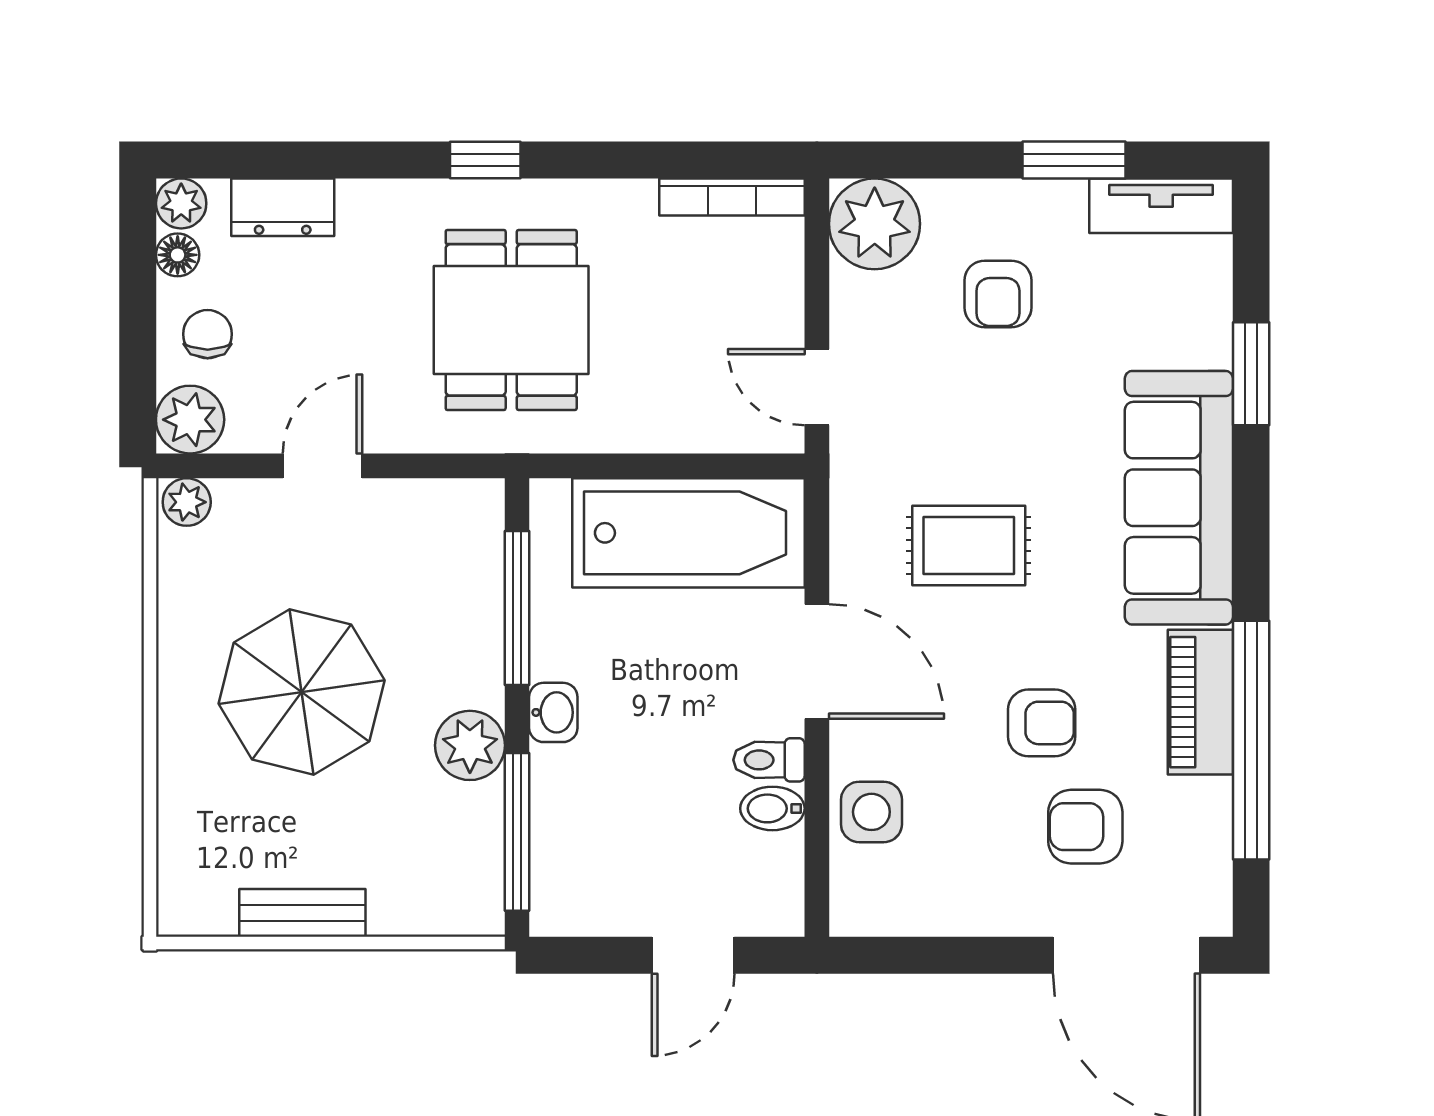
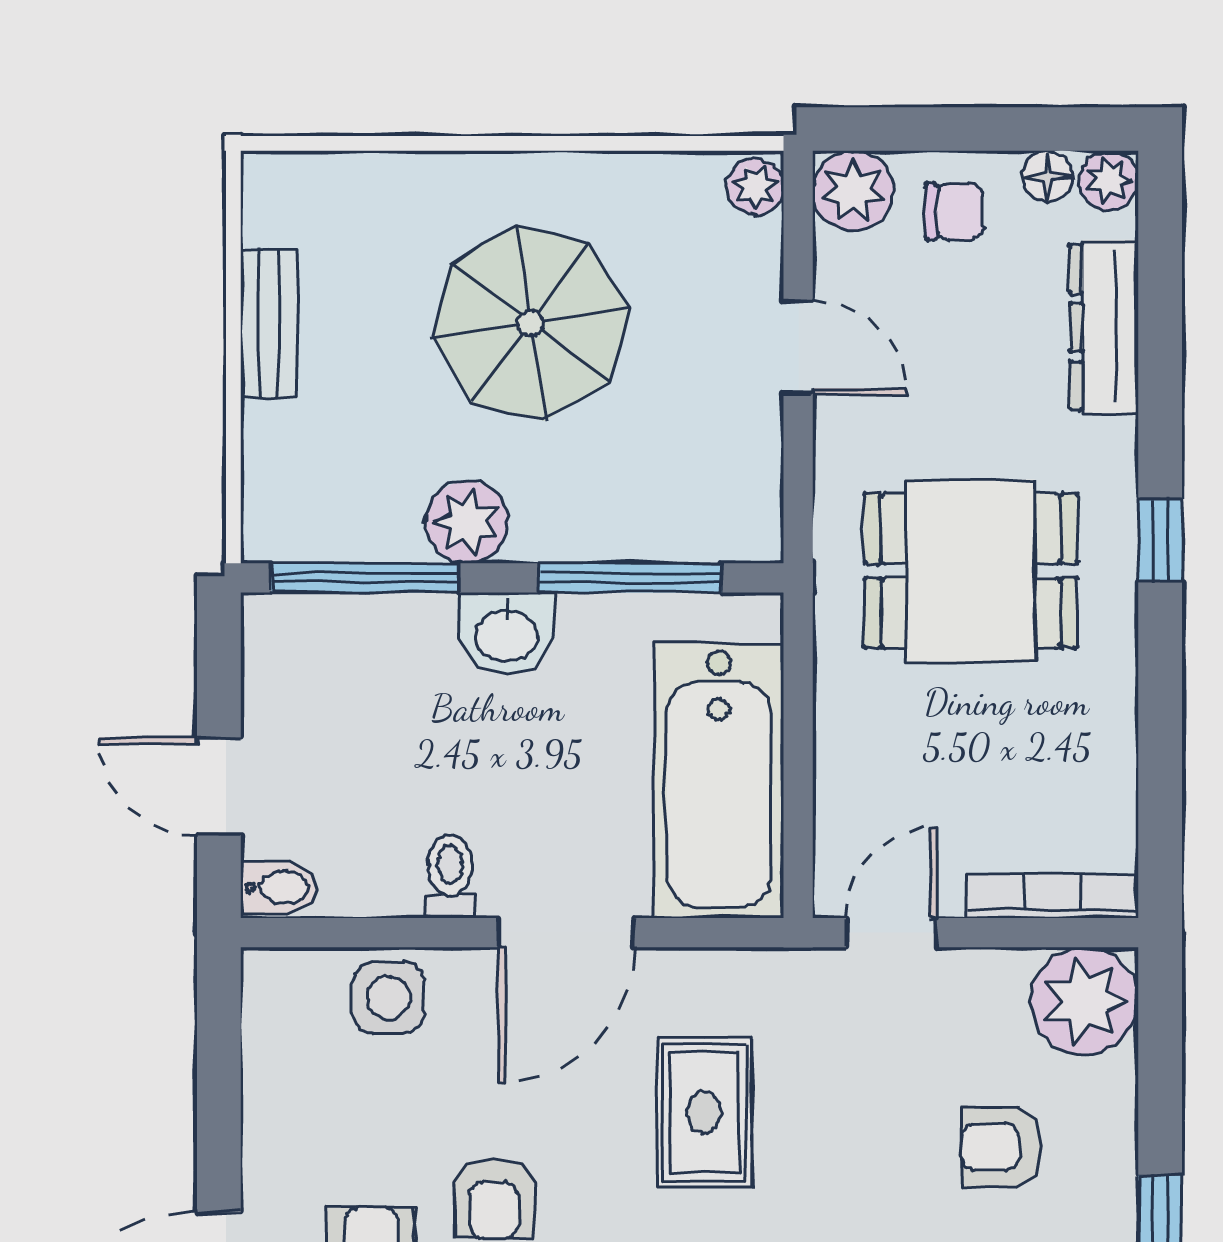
bookcase: (732, 197) -> (1052, 896), moved, turned 90
dresser: (283, 207) -> (1104, 327), width x1.44
washbasin: (553, 712) -> (506, 634), width x1.38, depth x1.45
bidet: (772, 808) -> (279, 888), moved, turned 90

